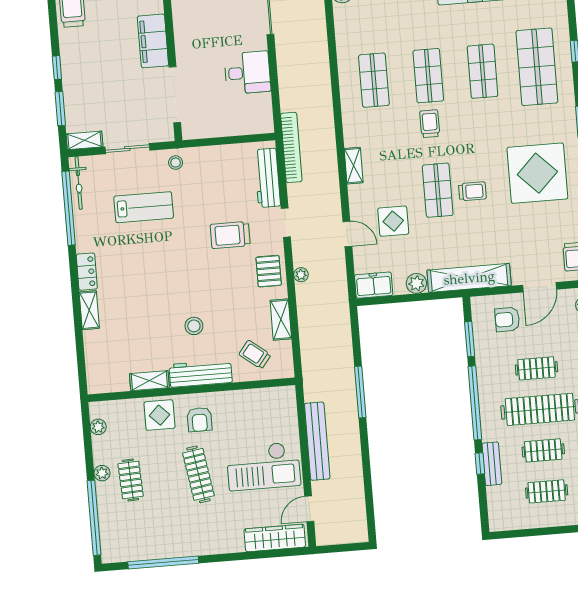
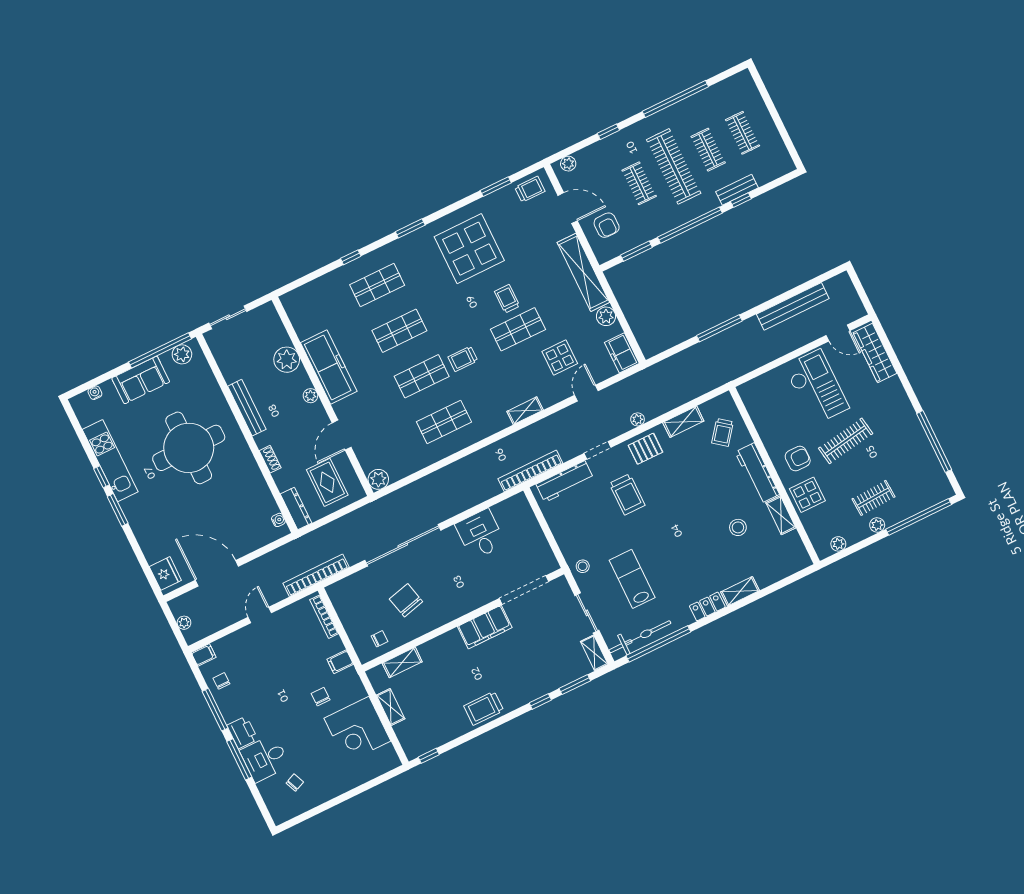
shop shelf: (537, 67) -> (377, 285), width x0.70, depth x0.74
bicycle: (79, 183) -> (640, 637), width x1.37, depth x1.40
stool: (194, 326) -> (738, 527), moved
bench: (317, 441) -> (793, 306), moved

